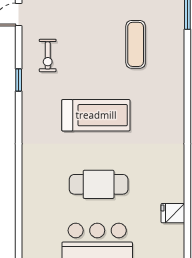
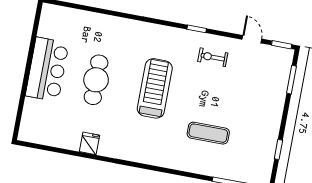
treadmill: (96, 115) -> (155, 88), turned 180
fridge: (173, 213) -> (90, 143), moved

